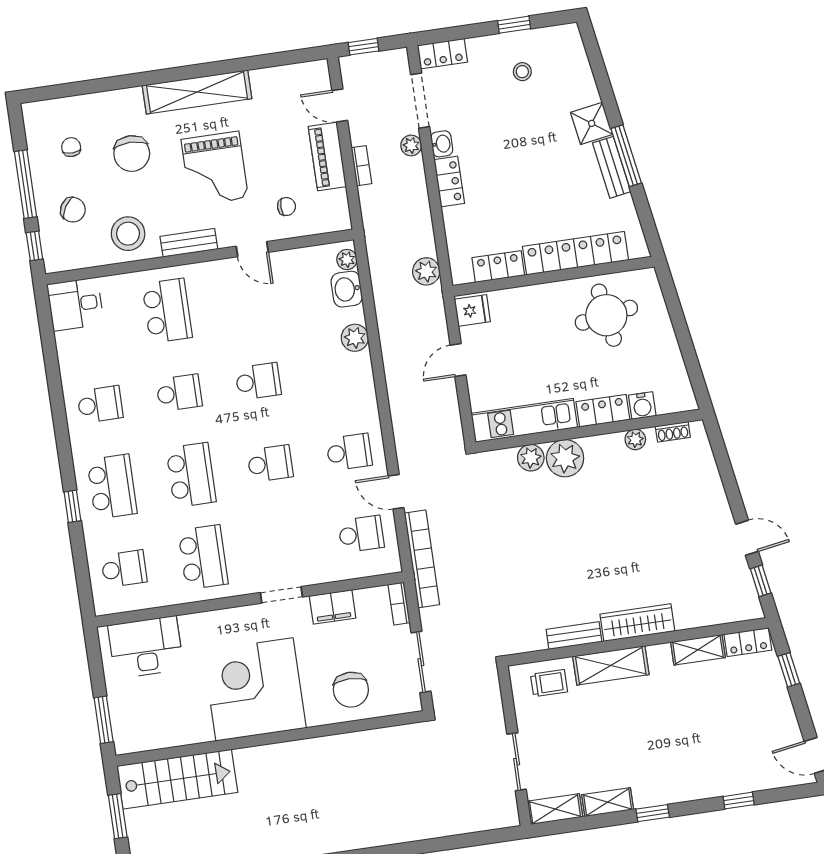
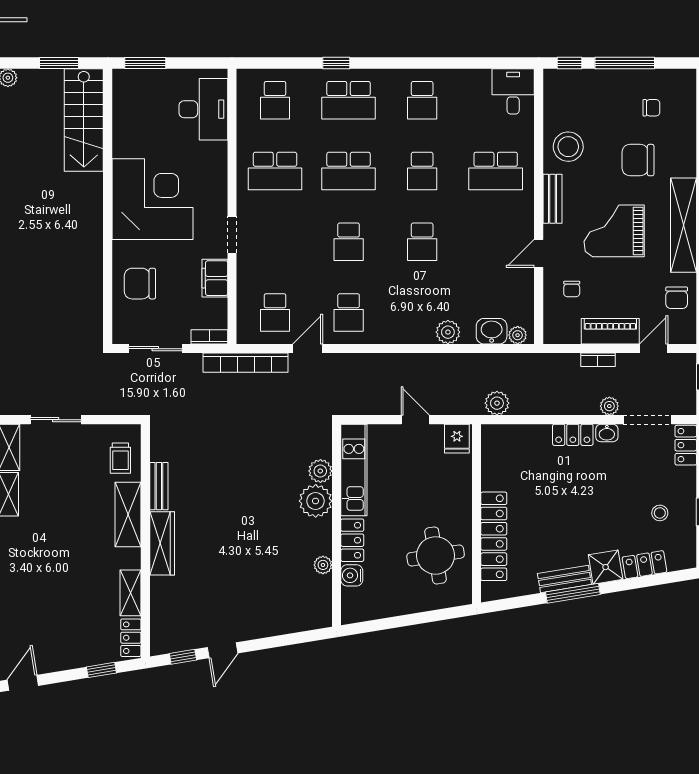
chair: (73, 210) -> (677, 298), moved, turned -31
locker: (498, 267) -> (644, 565), moved, turned -99
shoe rack: (673, 432) -> (325, 599), removed

